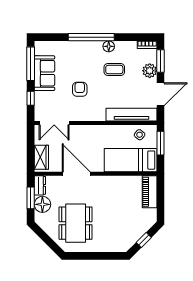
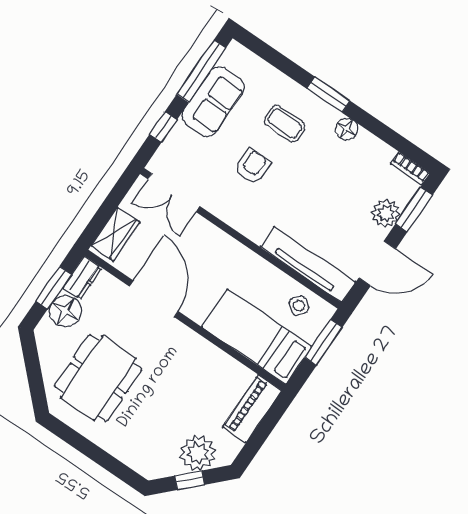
window: (91, 37) -> (328, 95), width x0.47
coffee table: (114, 69) -> (285, 124), moved
plant: (139, 226) -> (198, 453), added

